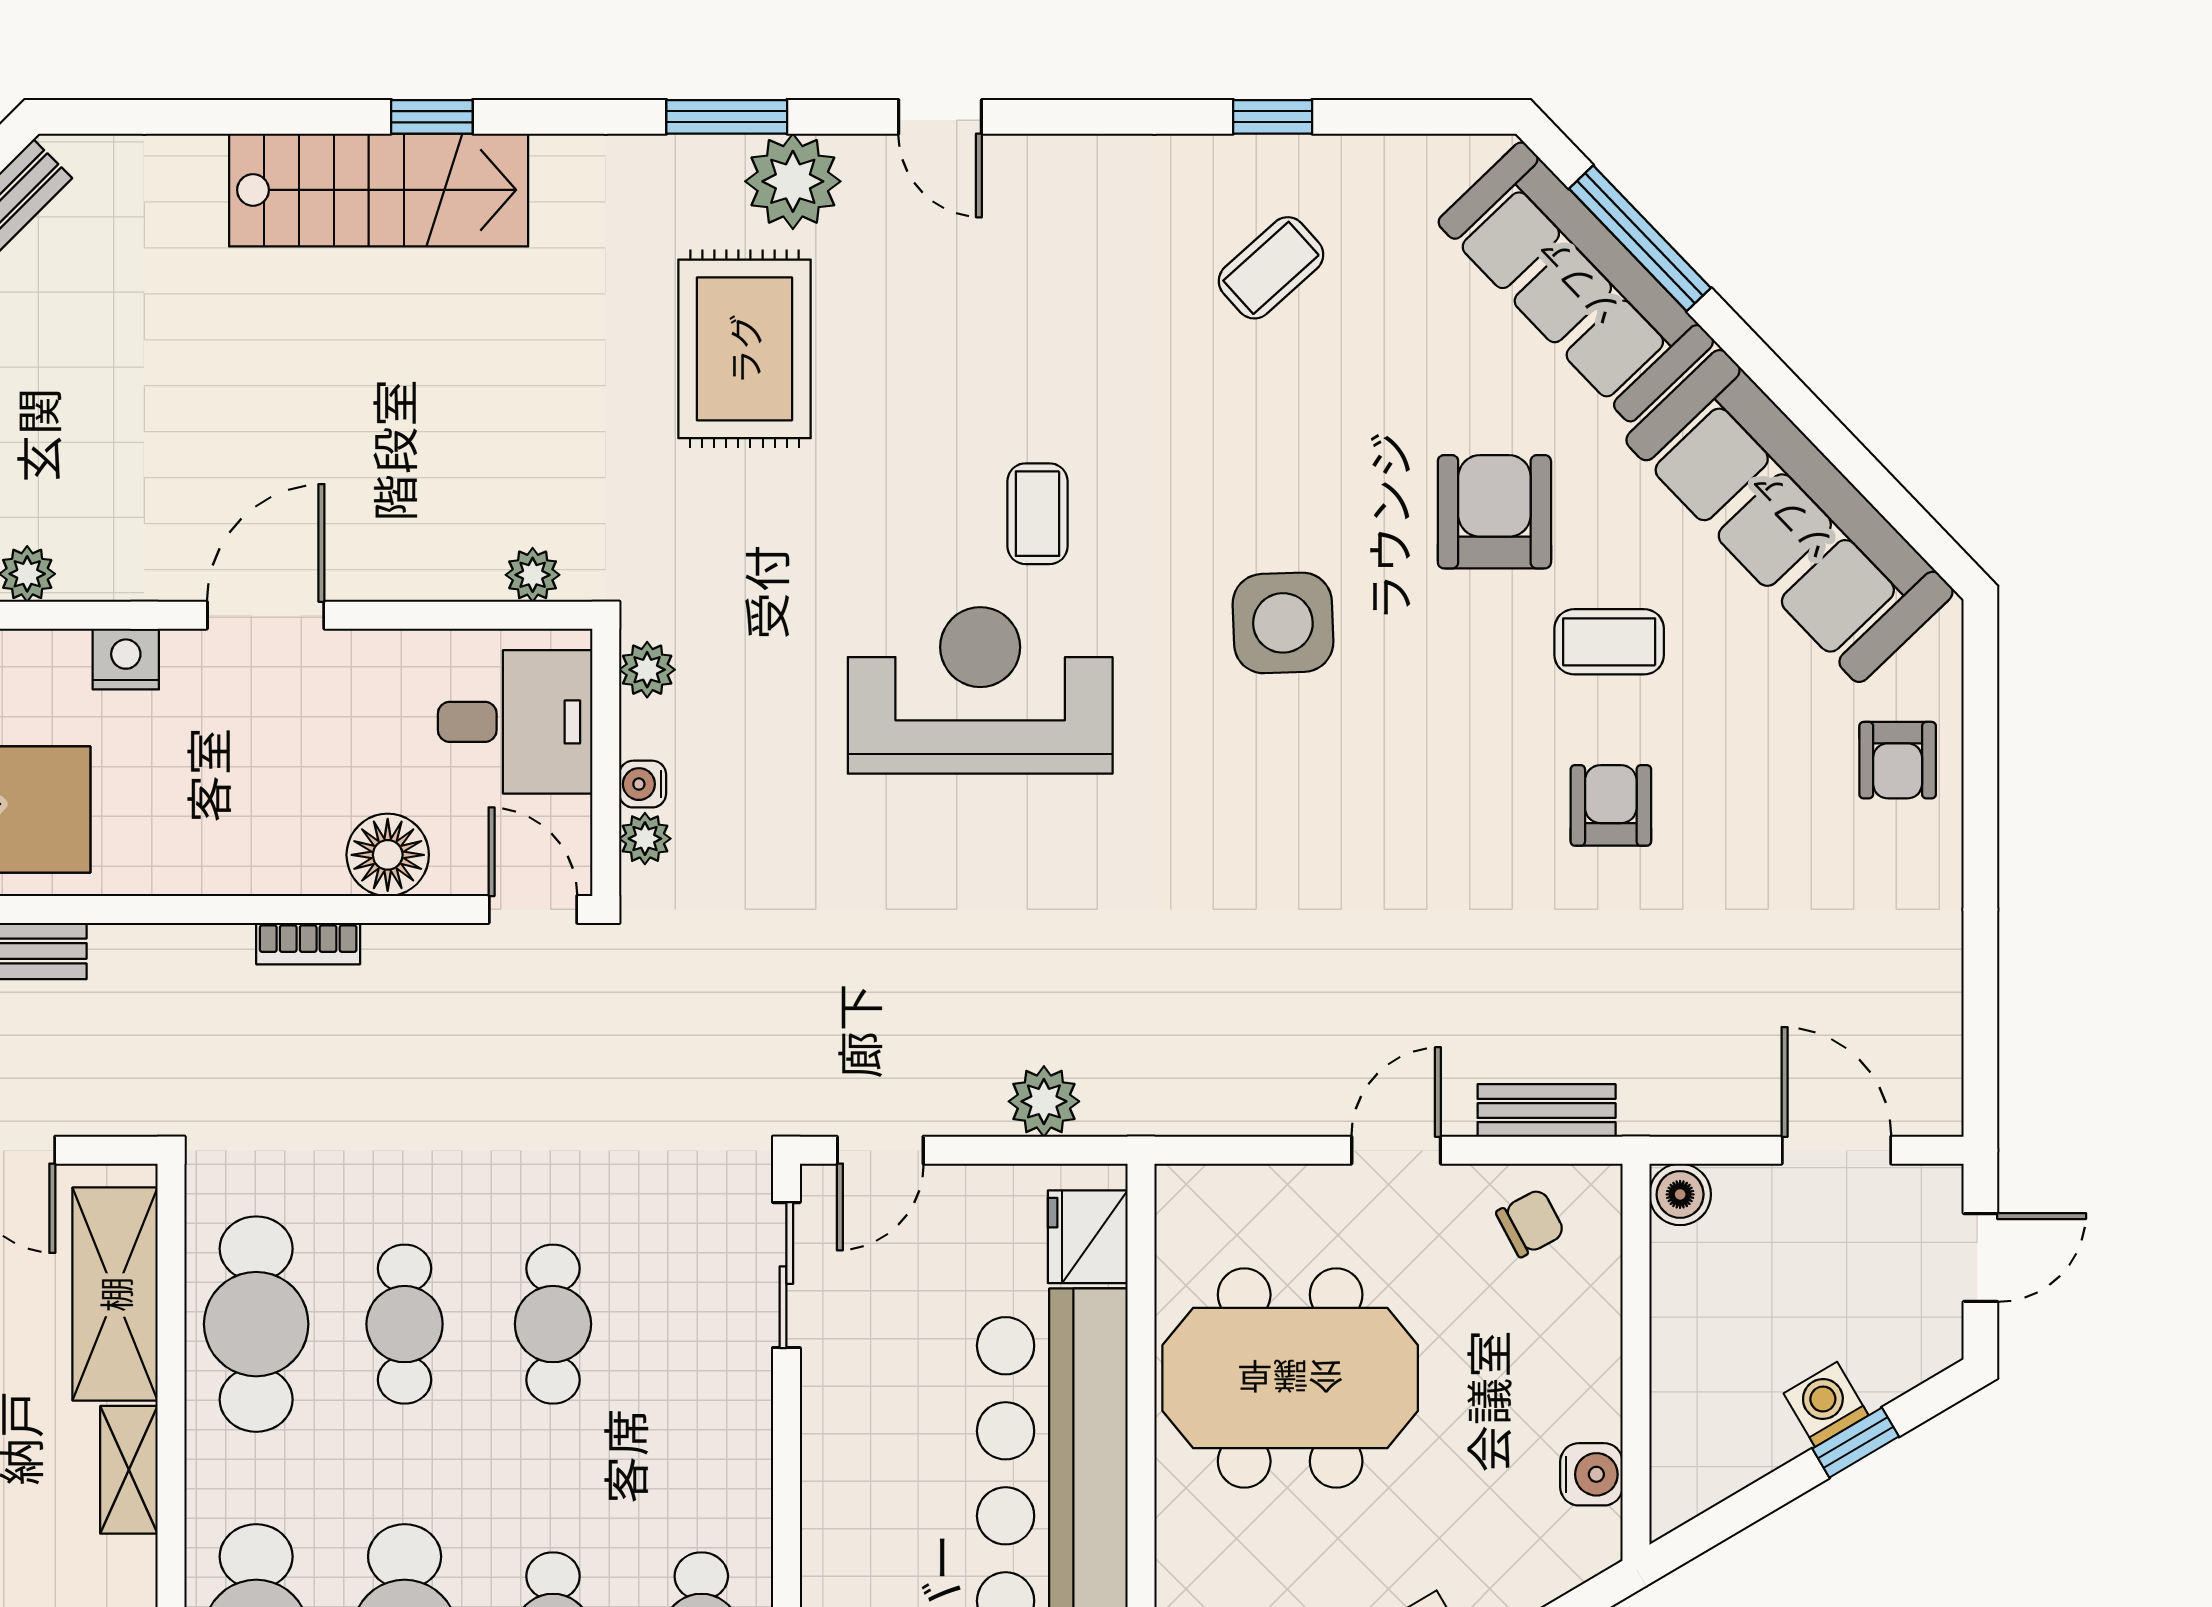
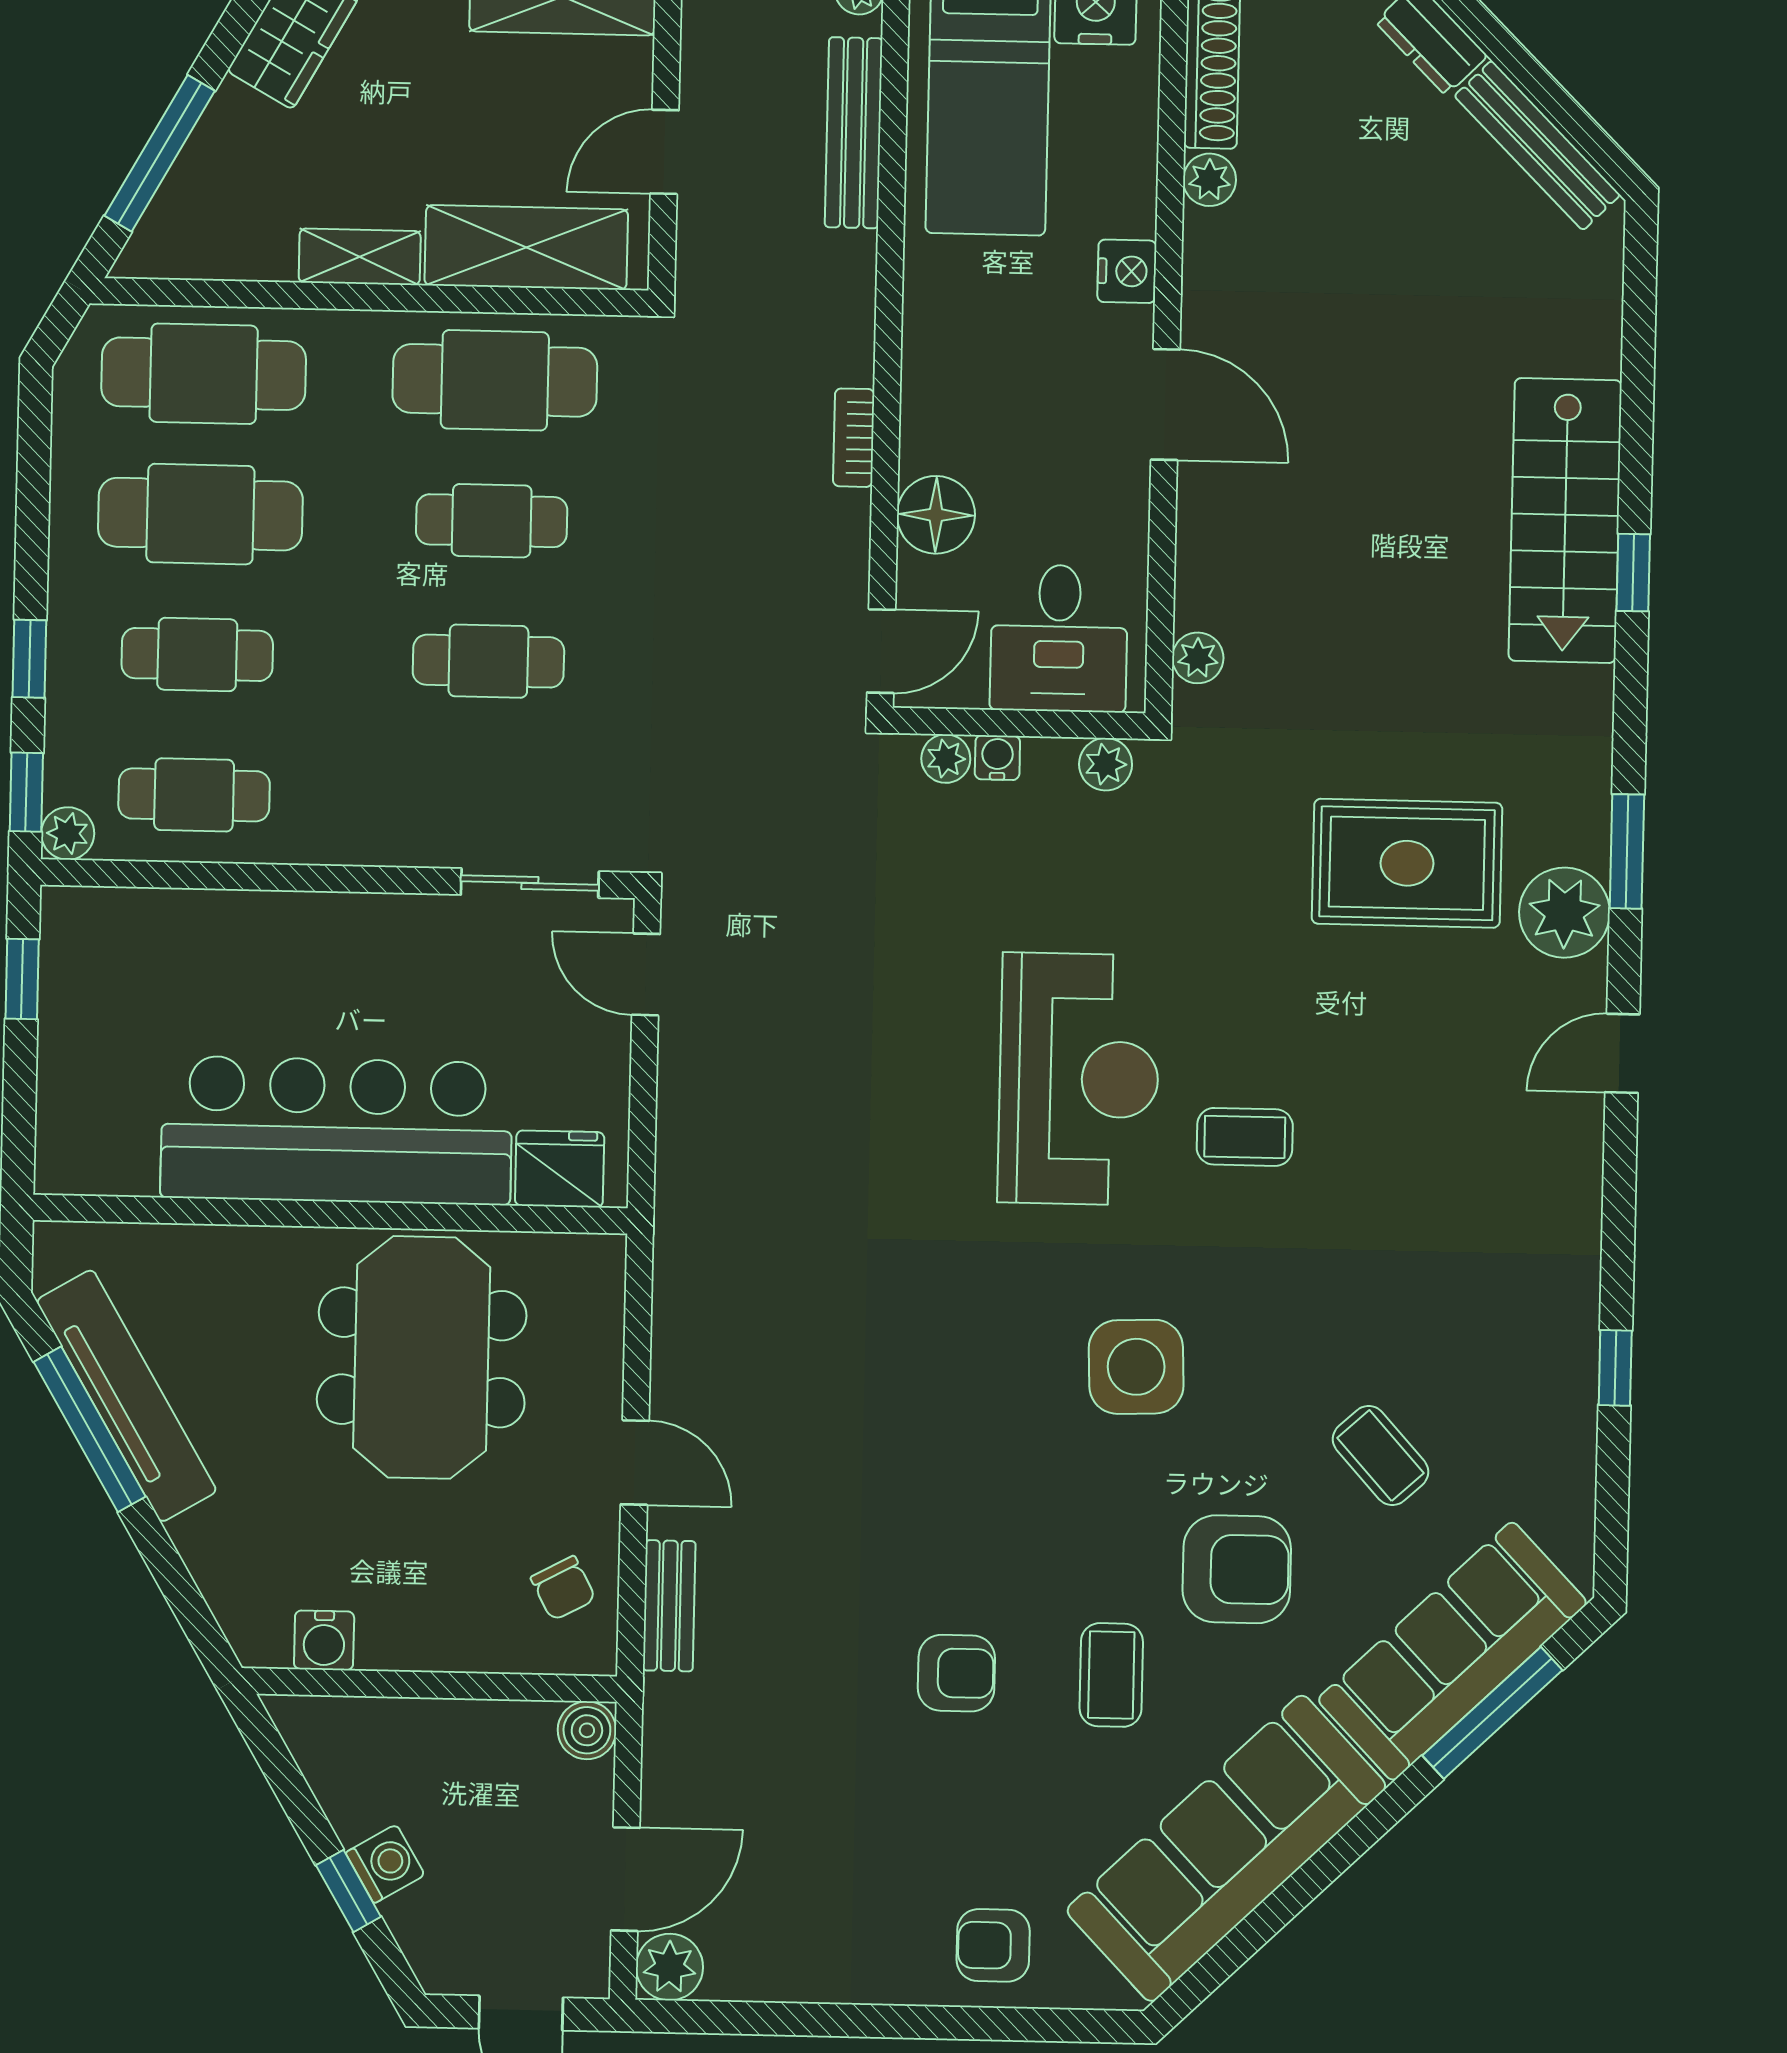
coffee table: (1271, 268) -> (1381, 1456), moved
plant: (1044, 1101) -> (670, 1967), moved

